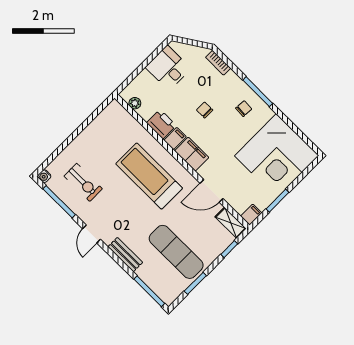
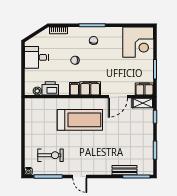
printer: (161, 124) -> (50, 88), moved
corner desk: (277, 156) -> (138, 42), width x0.74, depth x0.74
treadmill: (149, 176) -> (80, 120), turned 180
filing cabinet: (251, 215) -> (144, 89), width x2.00
exercise mat: (176, 252) -> (130, 144), removed
bench: (125, 255) -> (125, 170), moved

